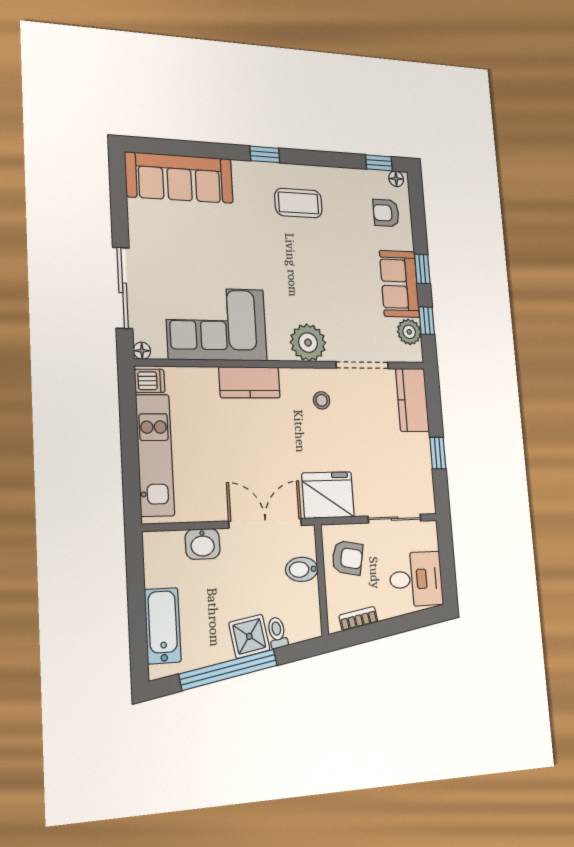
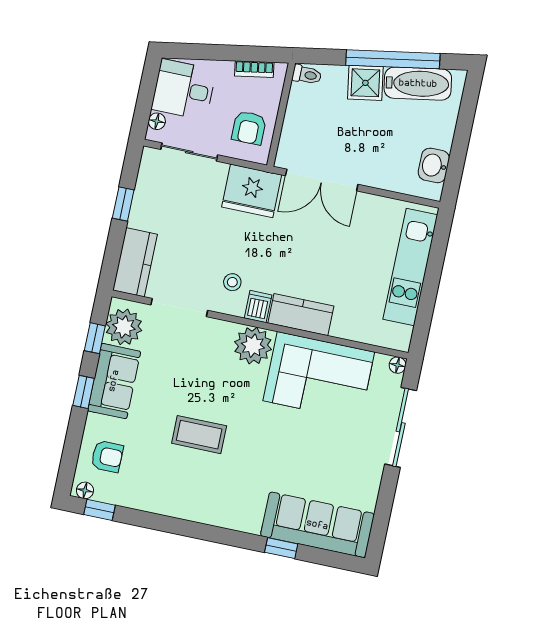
window: (265, 154) -> (281, 548), moved
coffee table: (298, 203) -> (199, 435), moved
plant: (409, 332) -> (124, 327), width x1.36, depth x1.36
plant: (308, 343) -> (253, 346), moved
dishwasher: (150, 381) -> (258, 306), moved, turned 90
floor lamp: (431, 541) -> (157, 121), added
washbasin: (203, 544) -> (434, 165), moved, turned -90
armchair: (347, 558) -> (249, 128), turned -101
bidet: (302, 569) -> (298, 129), removed
bathtub: (163, 626) -> (418, 84), moved, turned -100
toilet: (277, 633) -> (307, 75), moved, turned -80

